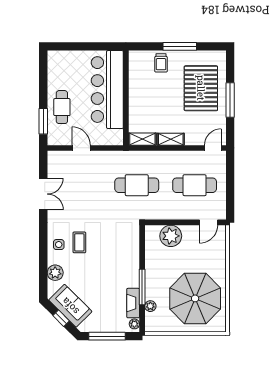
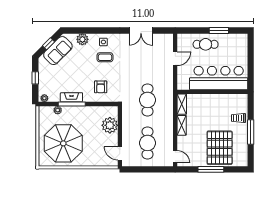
pallet: (201, 88) -> (220, 148), turned 90
window: (43, 121) -> (219, 31), moved
armchair: (119, 248) -> (101, 87), added
fireplace: (133, 303) -> (71, 97), moved
window: (107, 336) -> (35, 78), width x0.46

